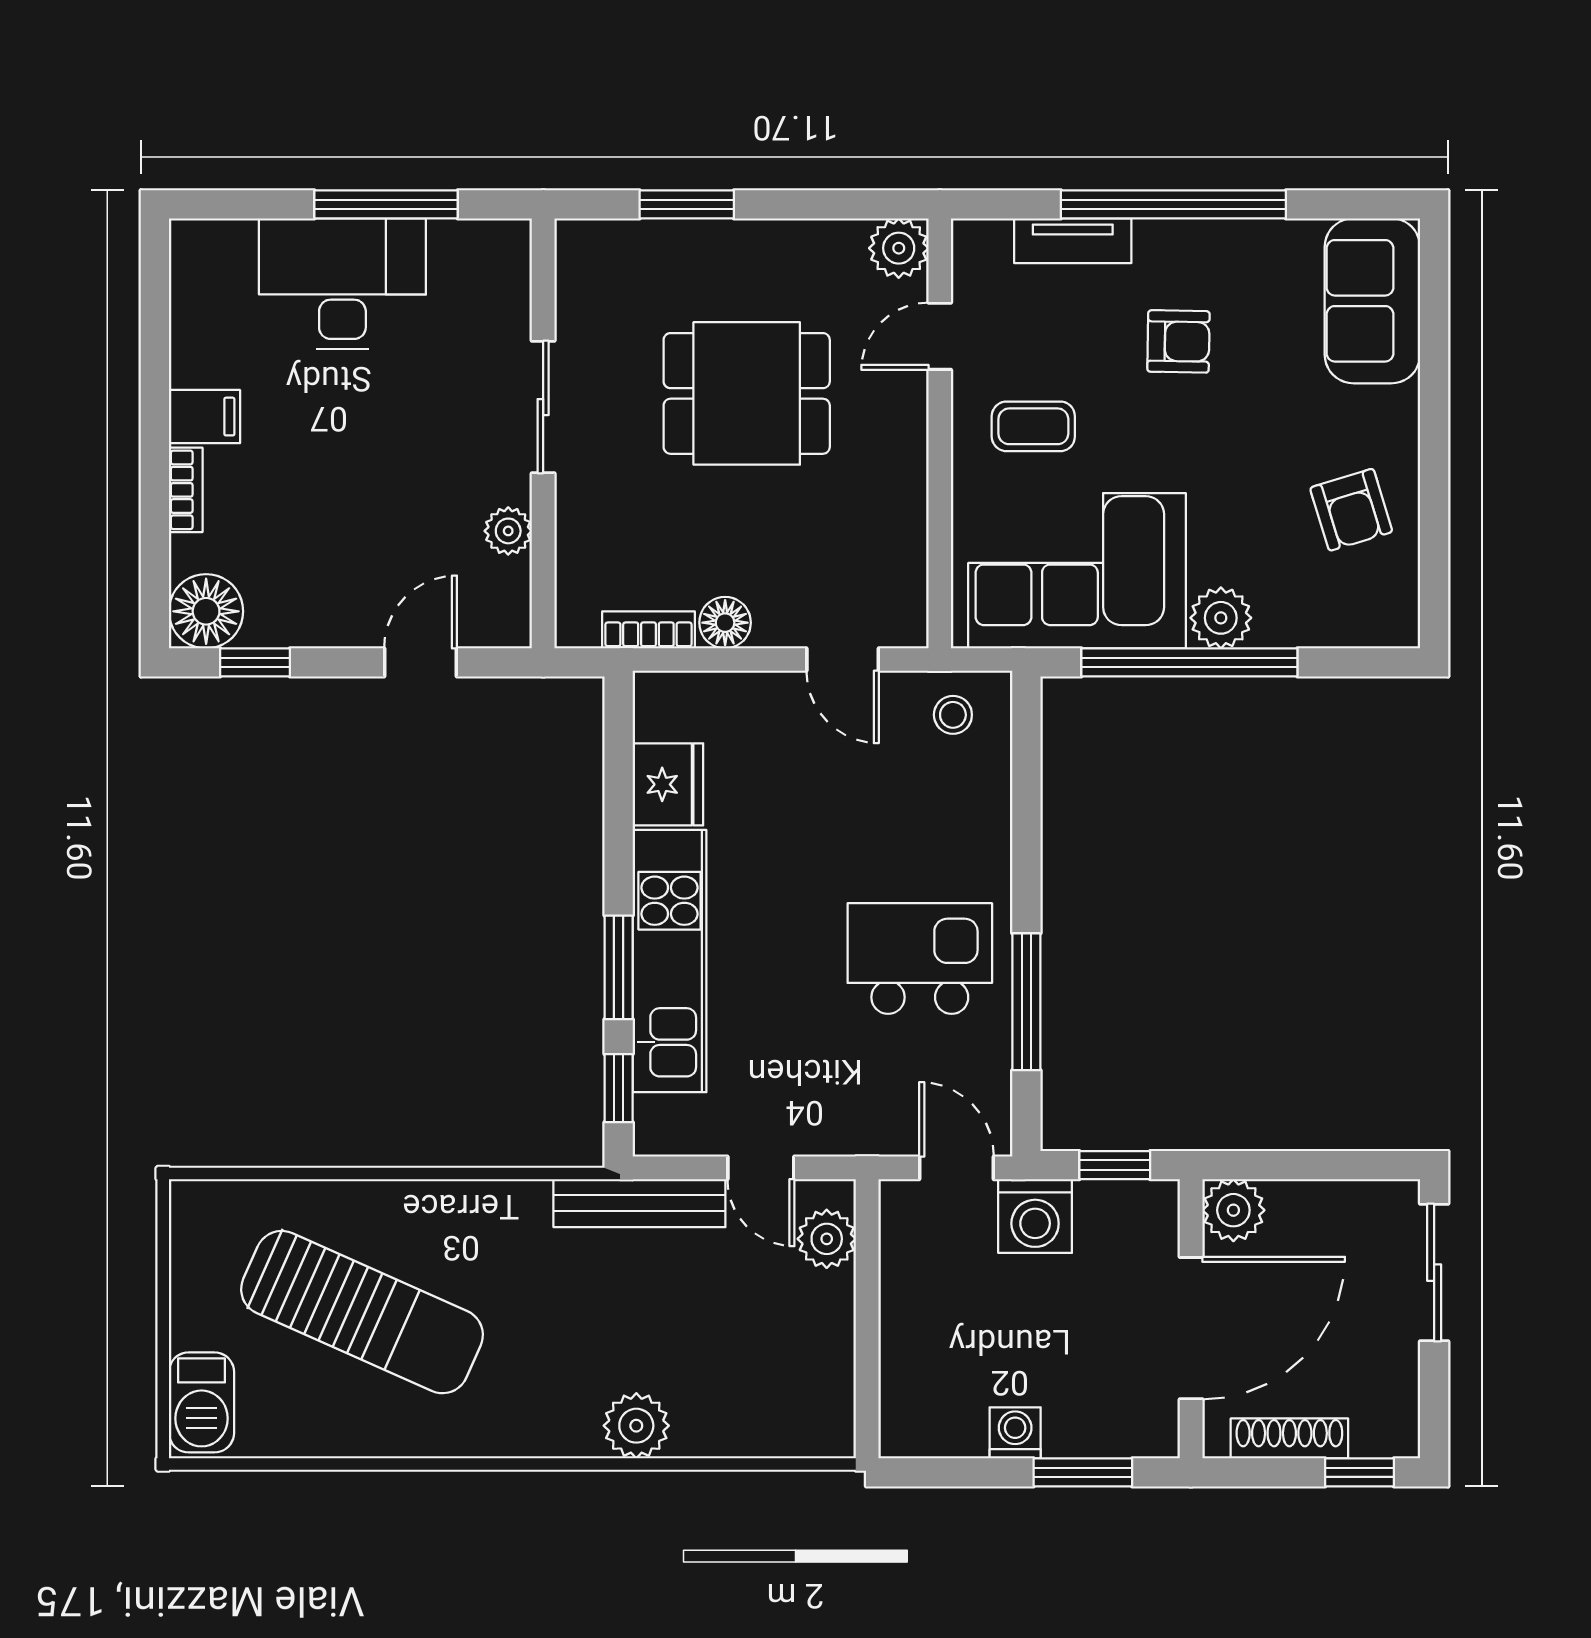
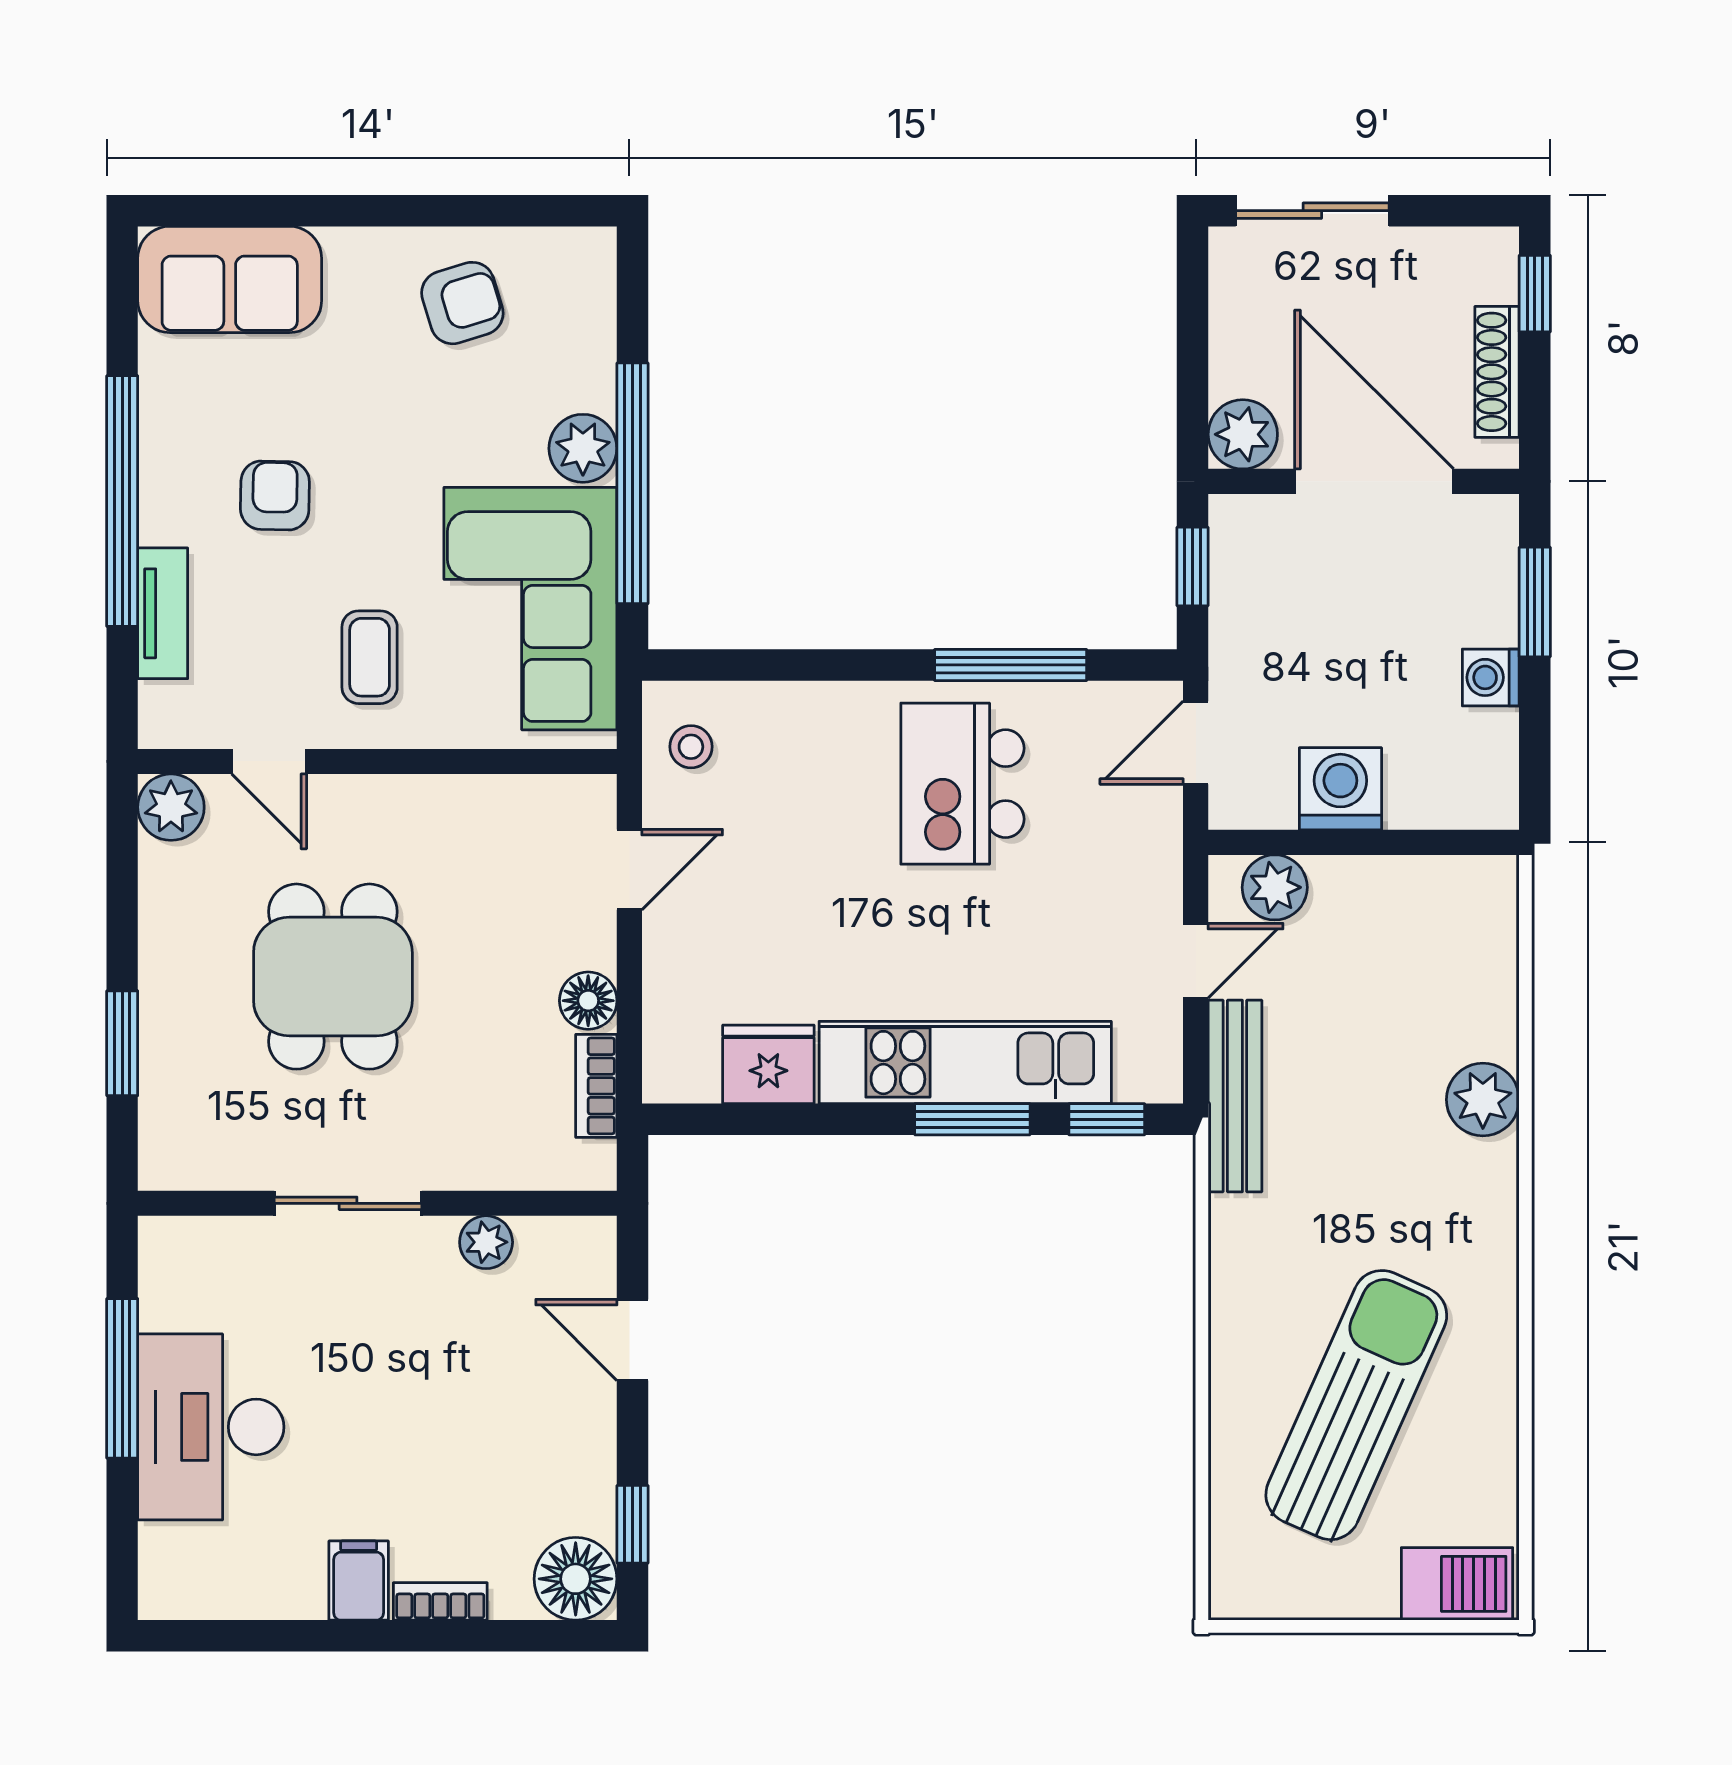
washing machine: (1035, 1216) -> (1340, 789), moved, turned -90

